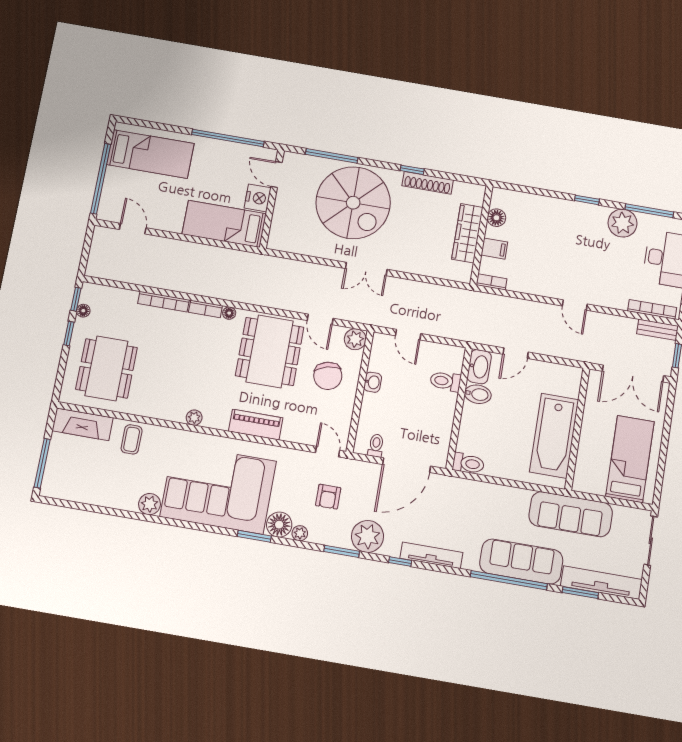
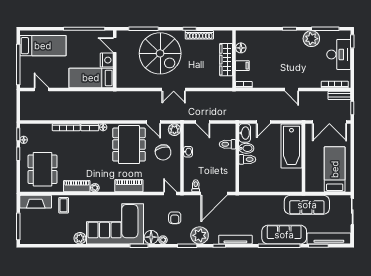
piano: (162, 409) -> (77, 186), added
bathtub: (554, 436) -> (291, 146), moved
toilet: (468, 463) -> (247, 159), moved

